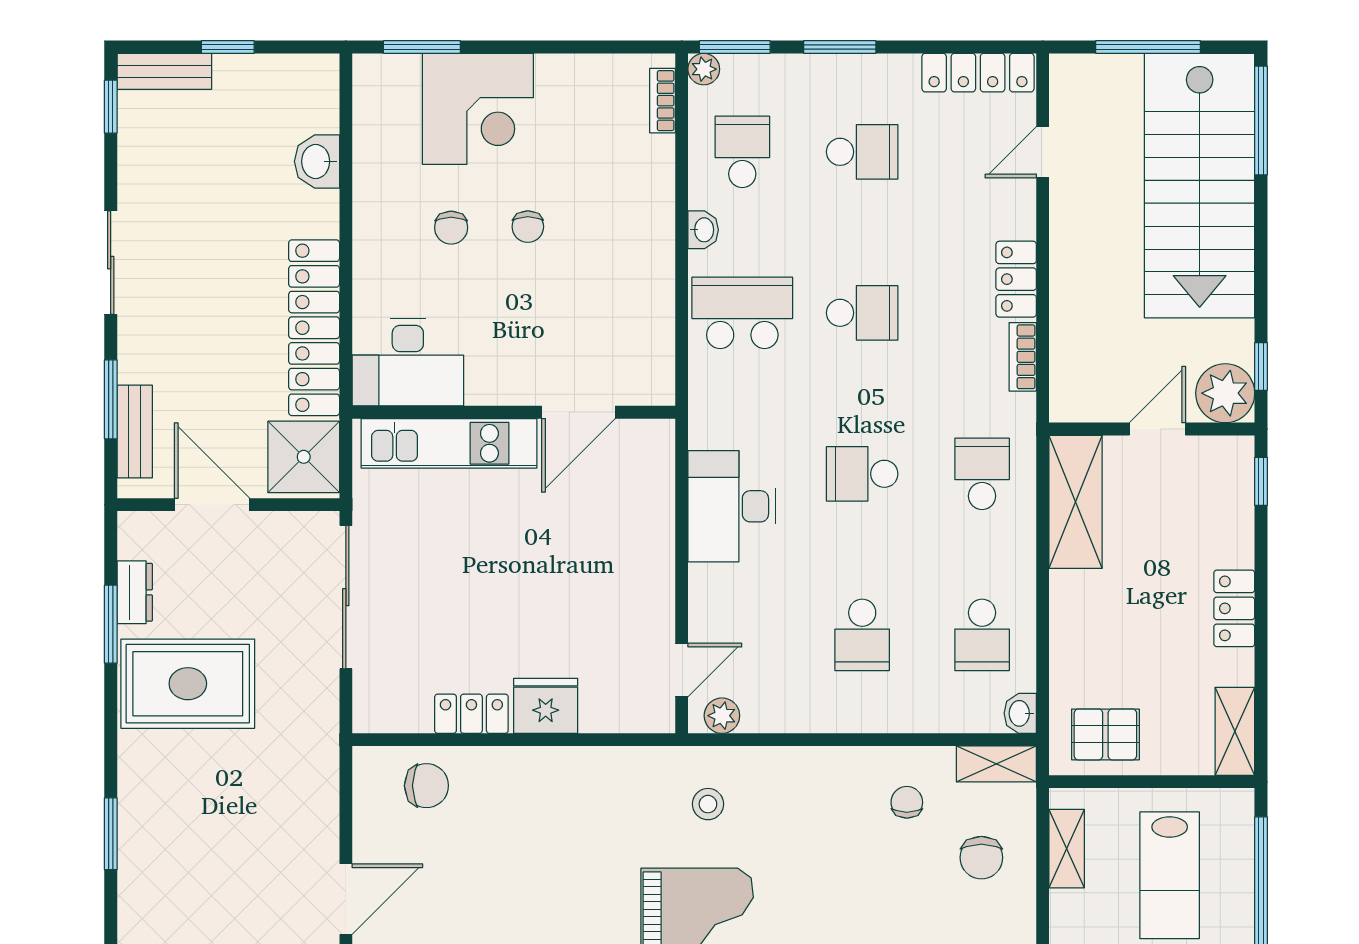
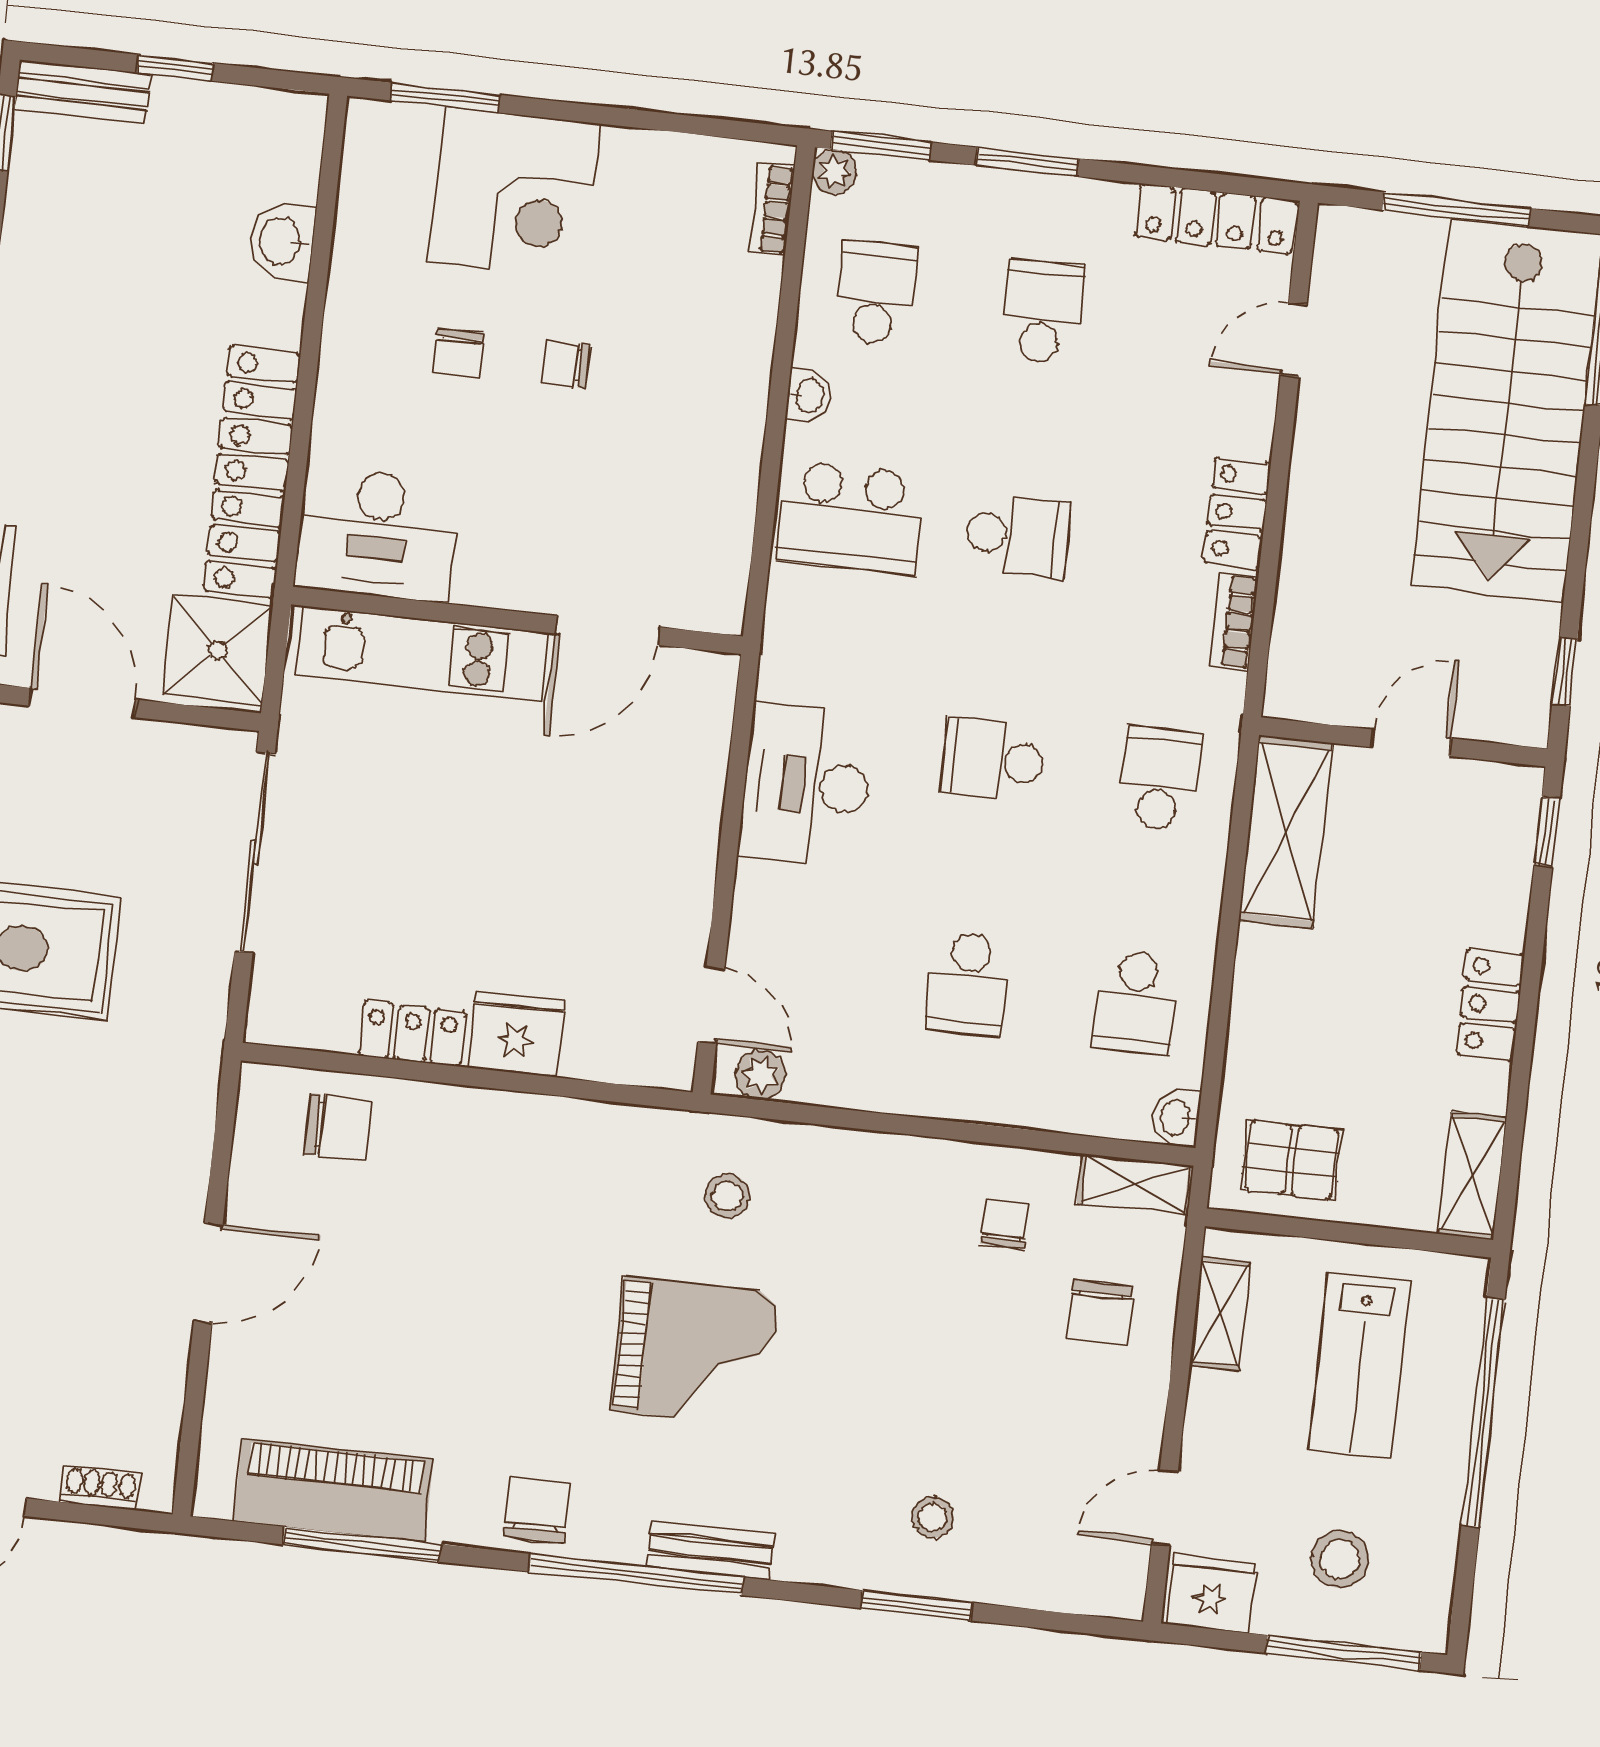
school desk: (862, 152) -> (1042, 311), turned -90
chair: (528, 227) -> (565, 364), turned 90
school desk: (742, 313) -> (851, 517), turned 180
plant: (1225, 393) -> (1511, 703), removed
door: (682, 670) -> (711, 1005), hinge flipped

